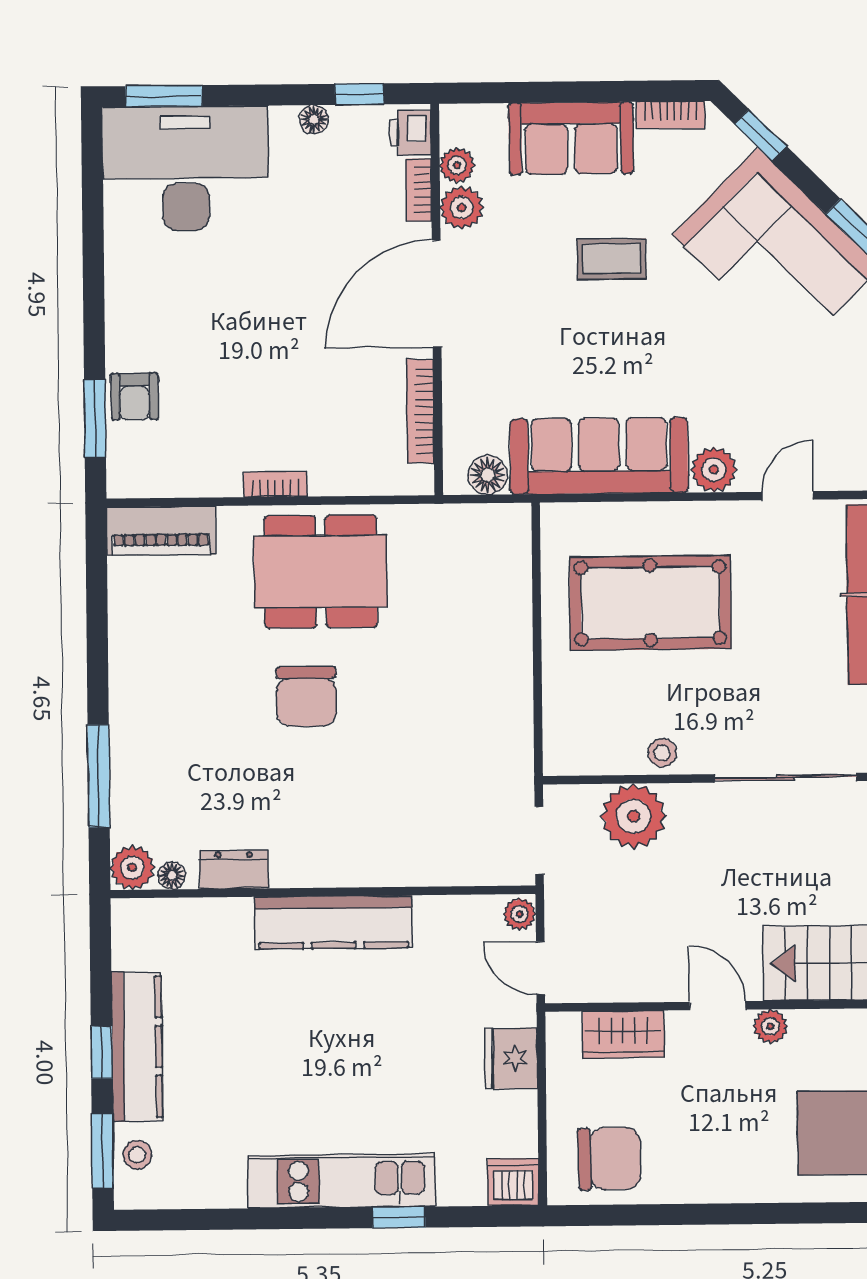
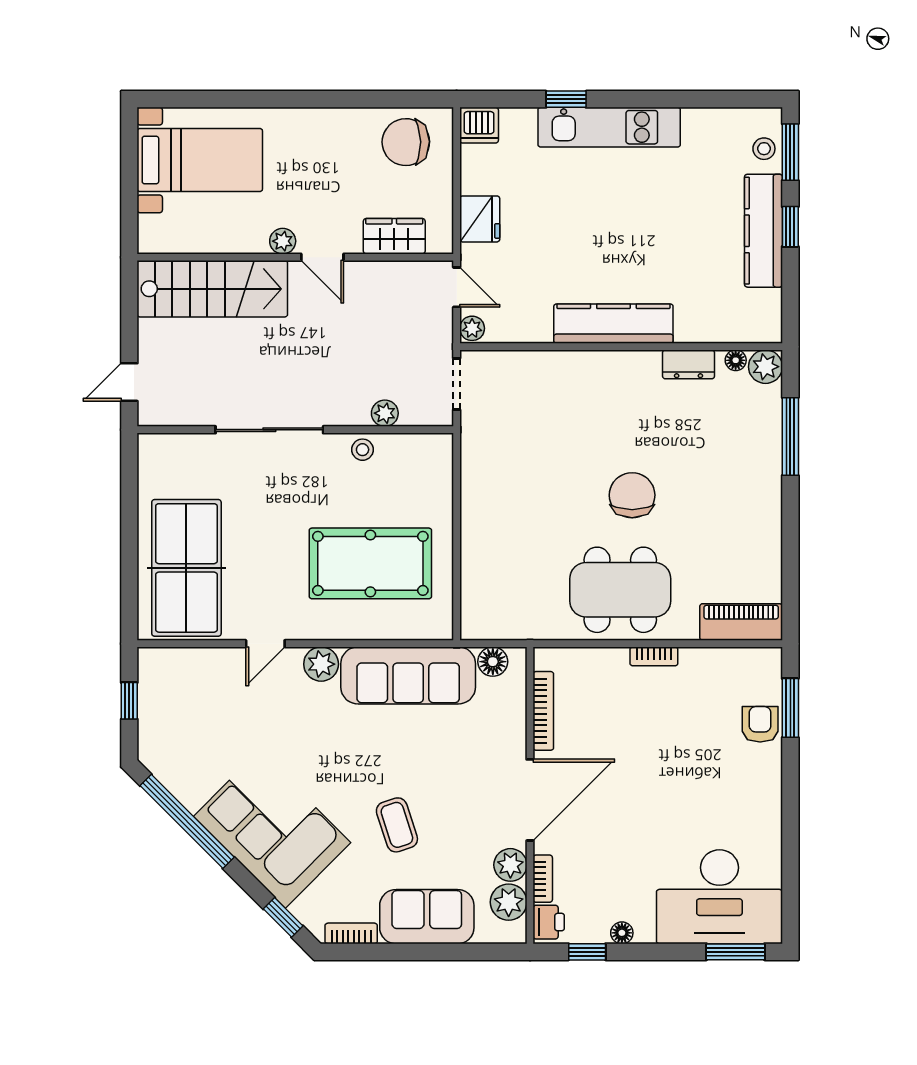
plant: (457, 165) -> (509, 902), width x1.38, depth x1.38
coffee table: (612, 259) -> (397, 825), turned 72
plant: (633, 816) -> (385, 413), width x0.53, depth x0.53

